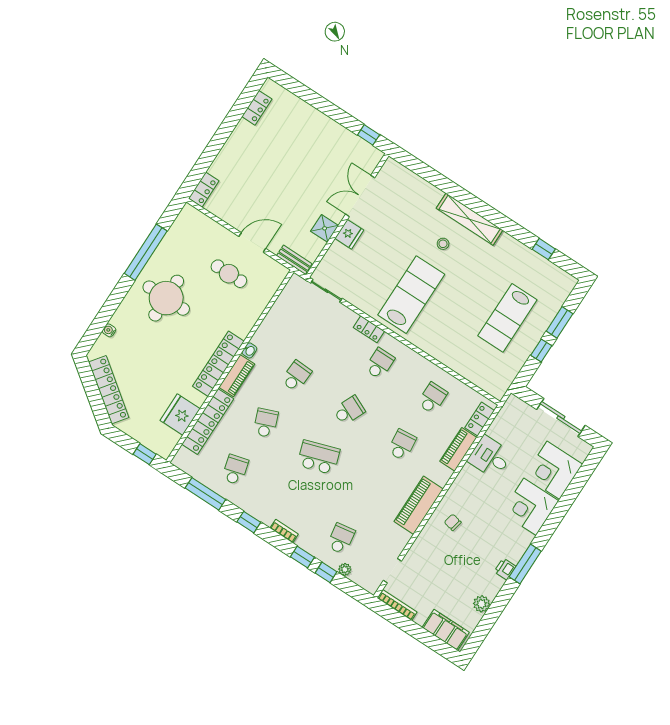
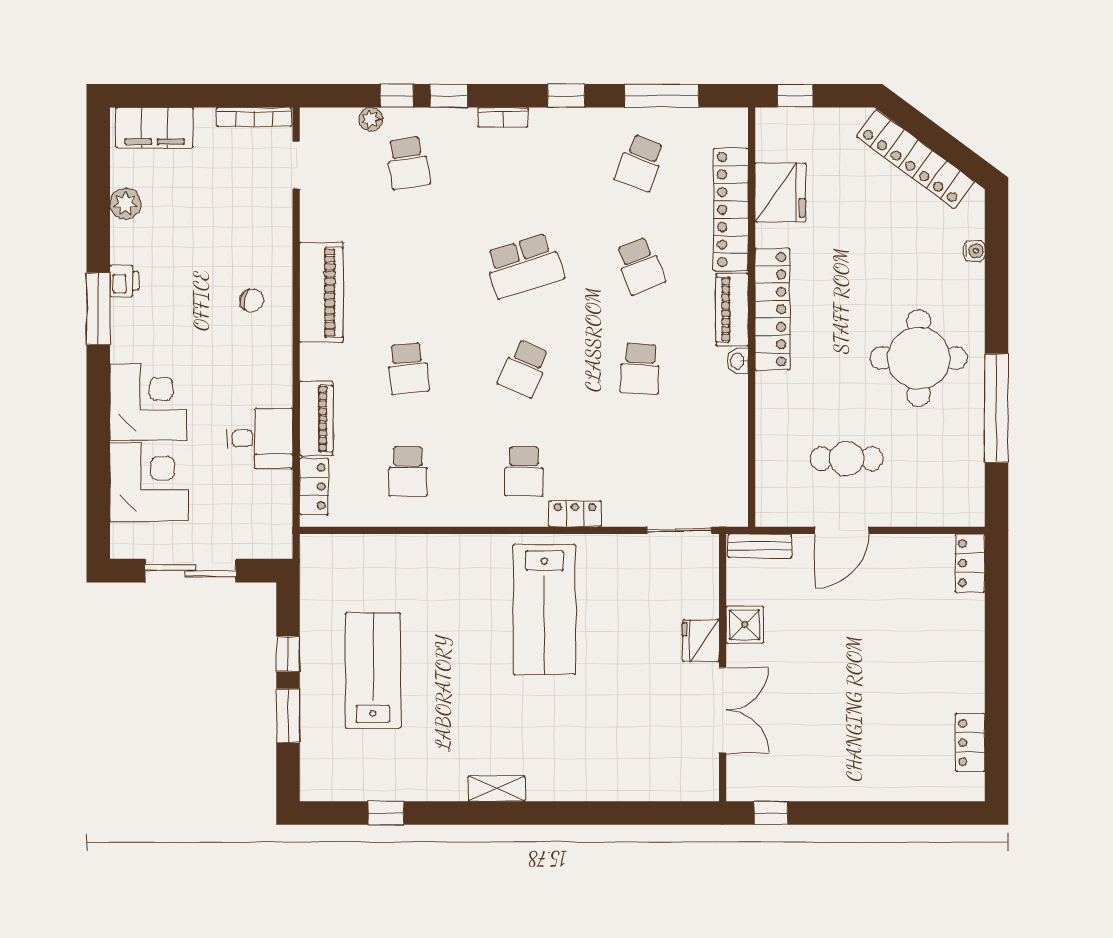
shelving: (469, 219) -> (497, 789), width x0.45, depth x0.75
stool: (443, 244) -> (547, 720), removed
school desk: (235, 470) -> (640, 163), turned 36

